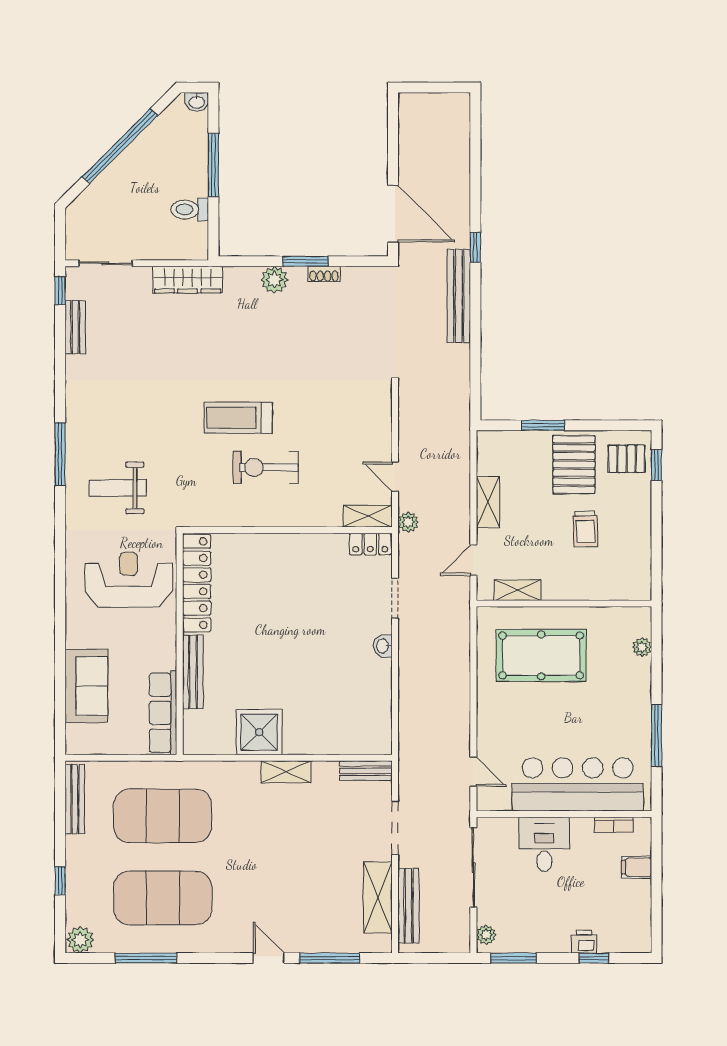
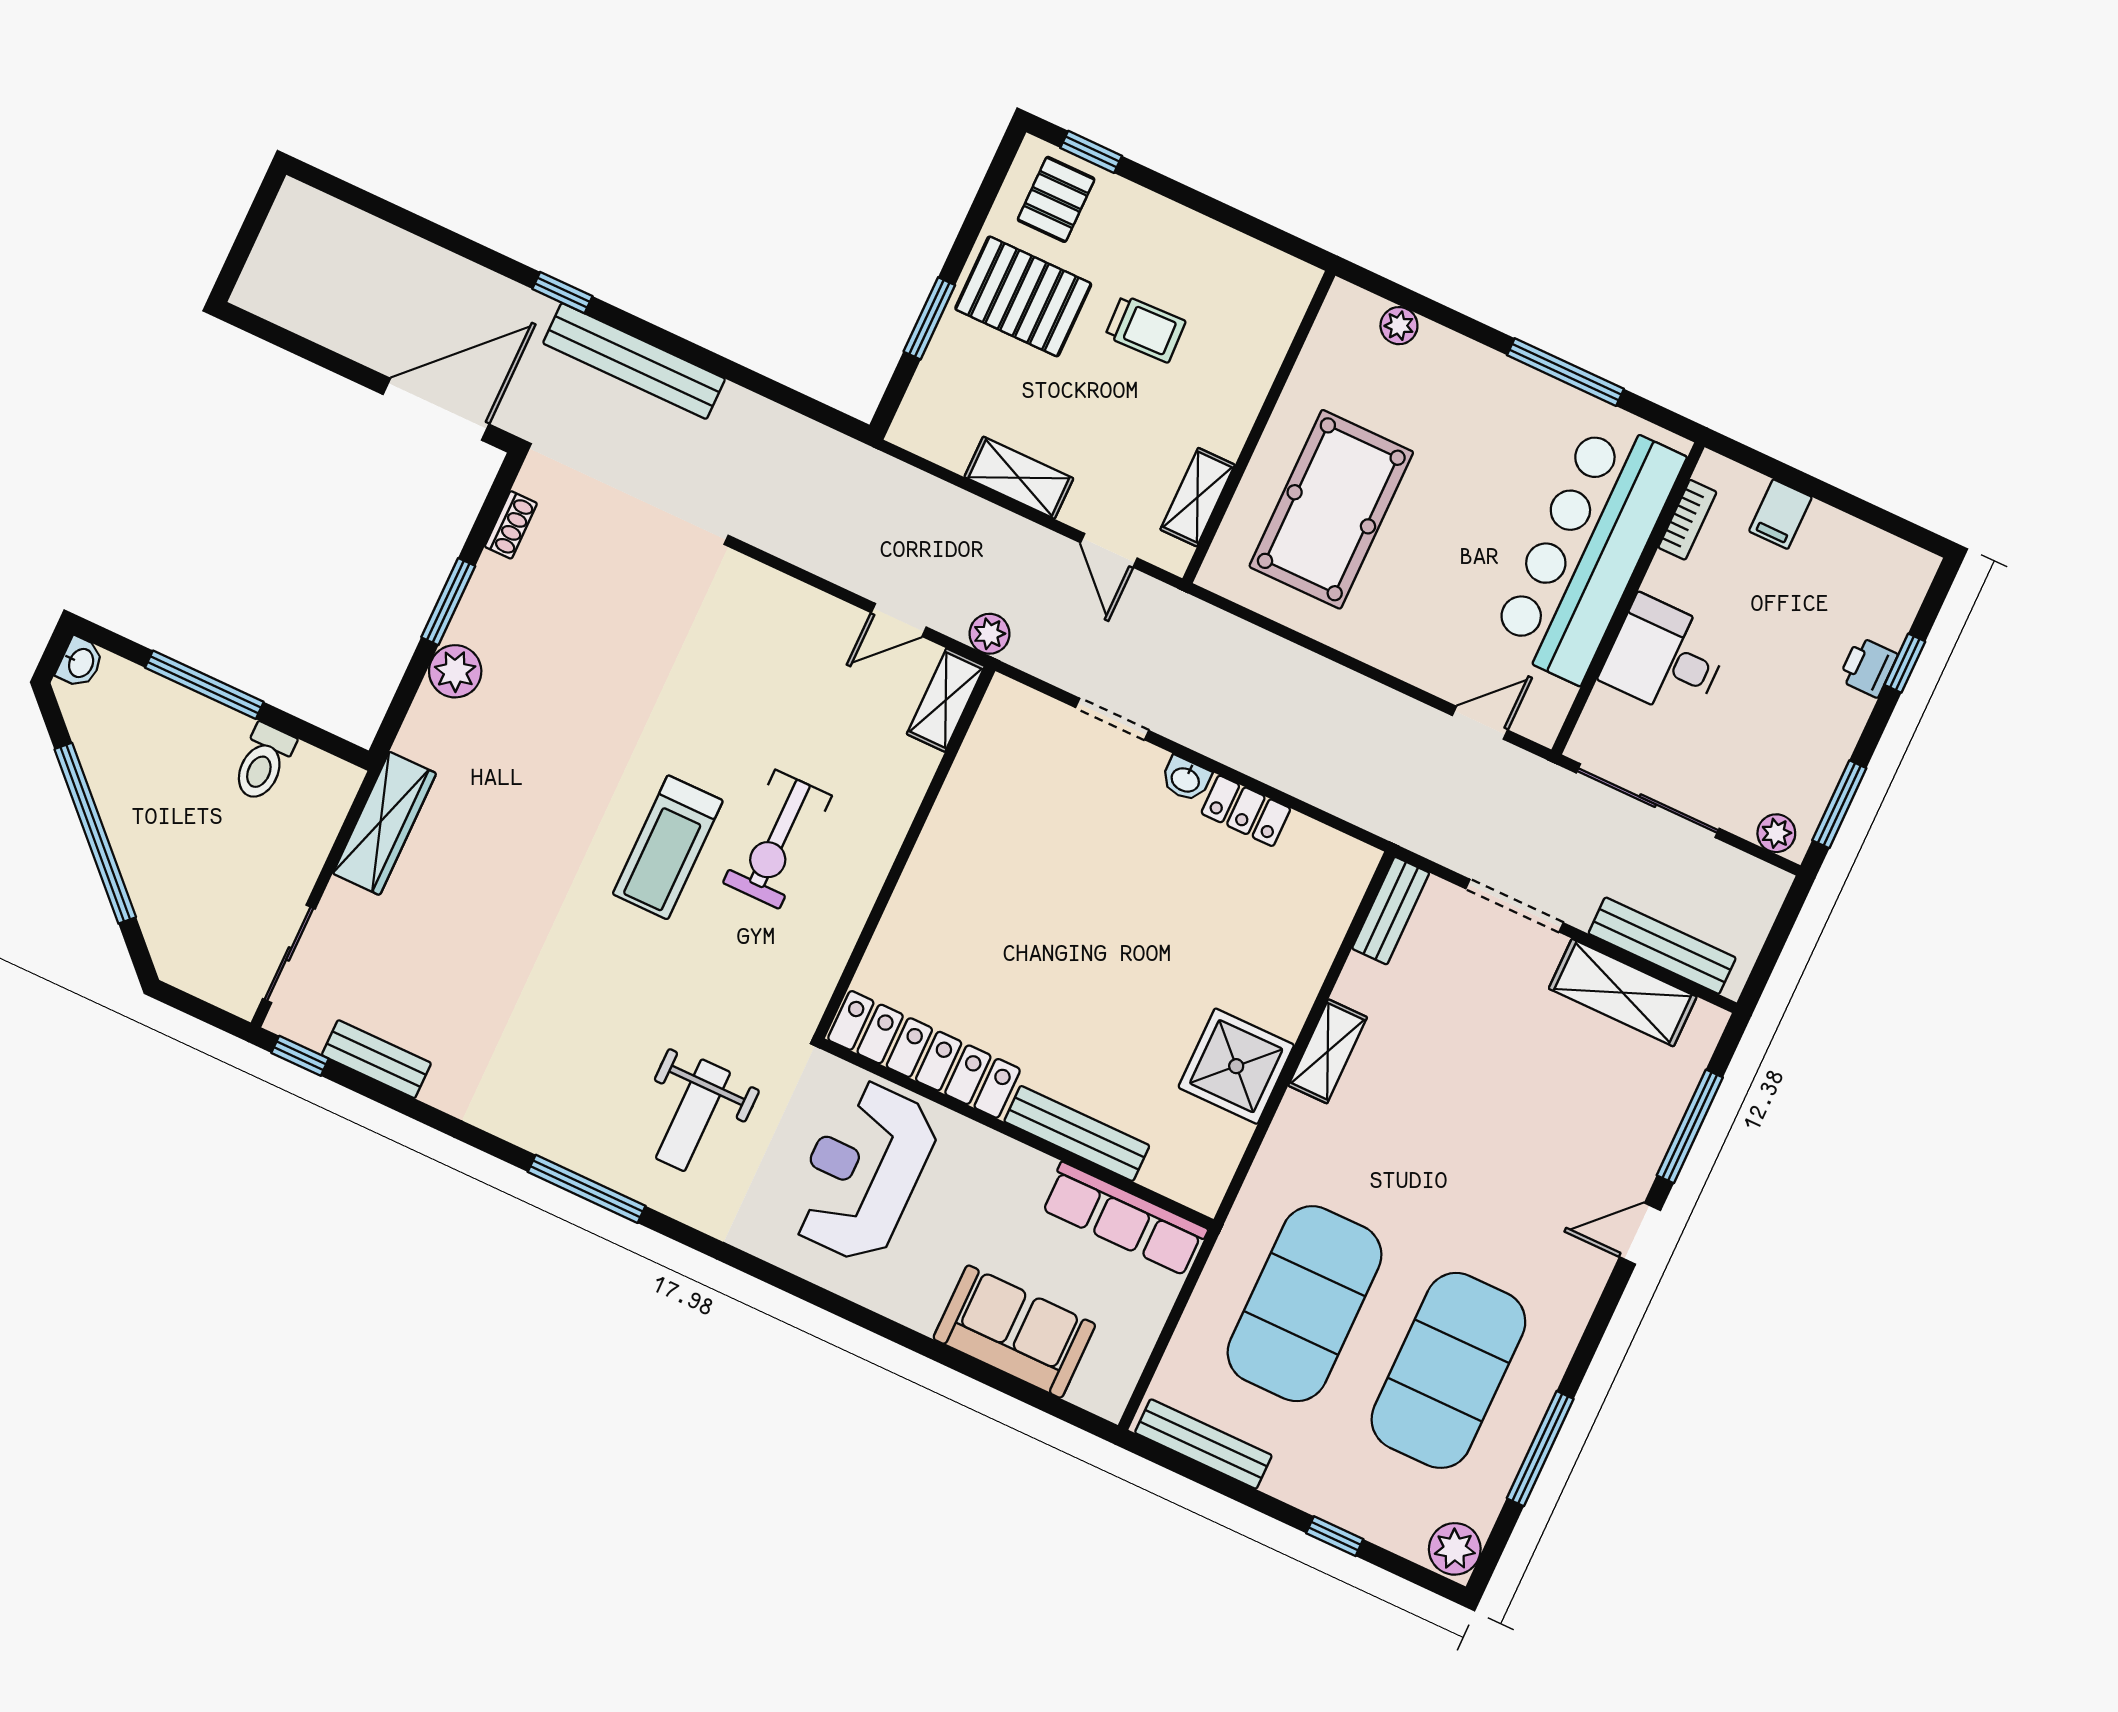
shoe rack: (324, 274) -> (511, 525), moved
locker: (370, 544) -> (1246, 811), moved, turned 90

